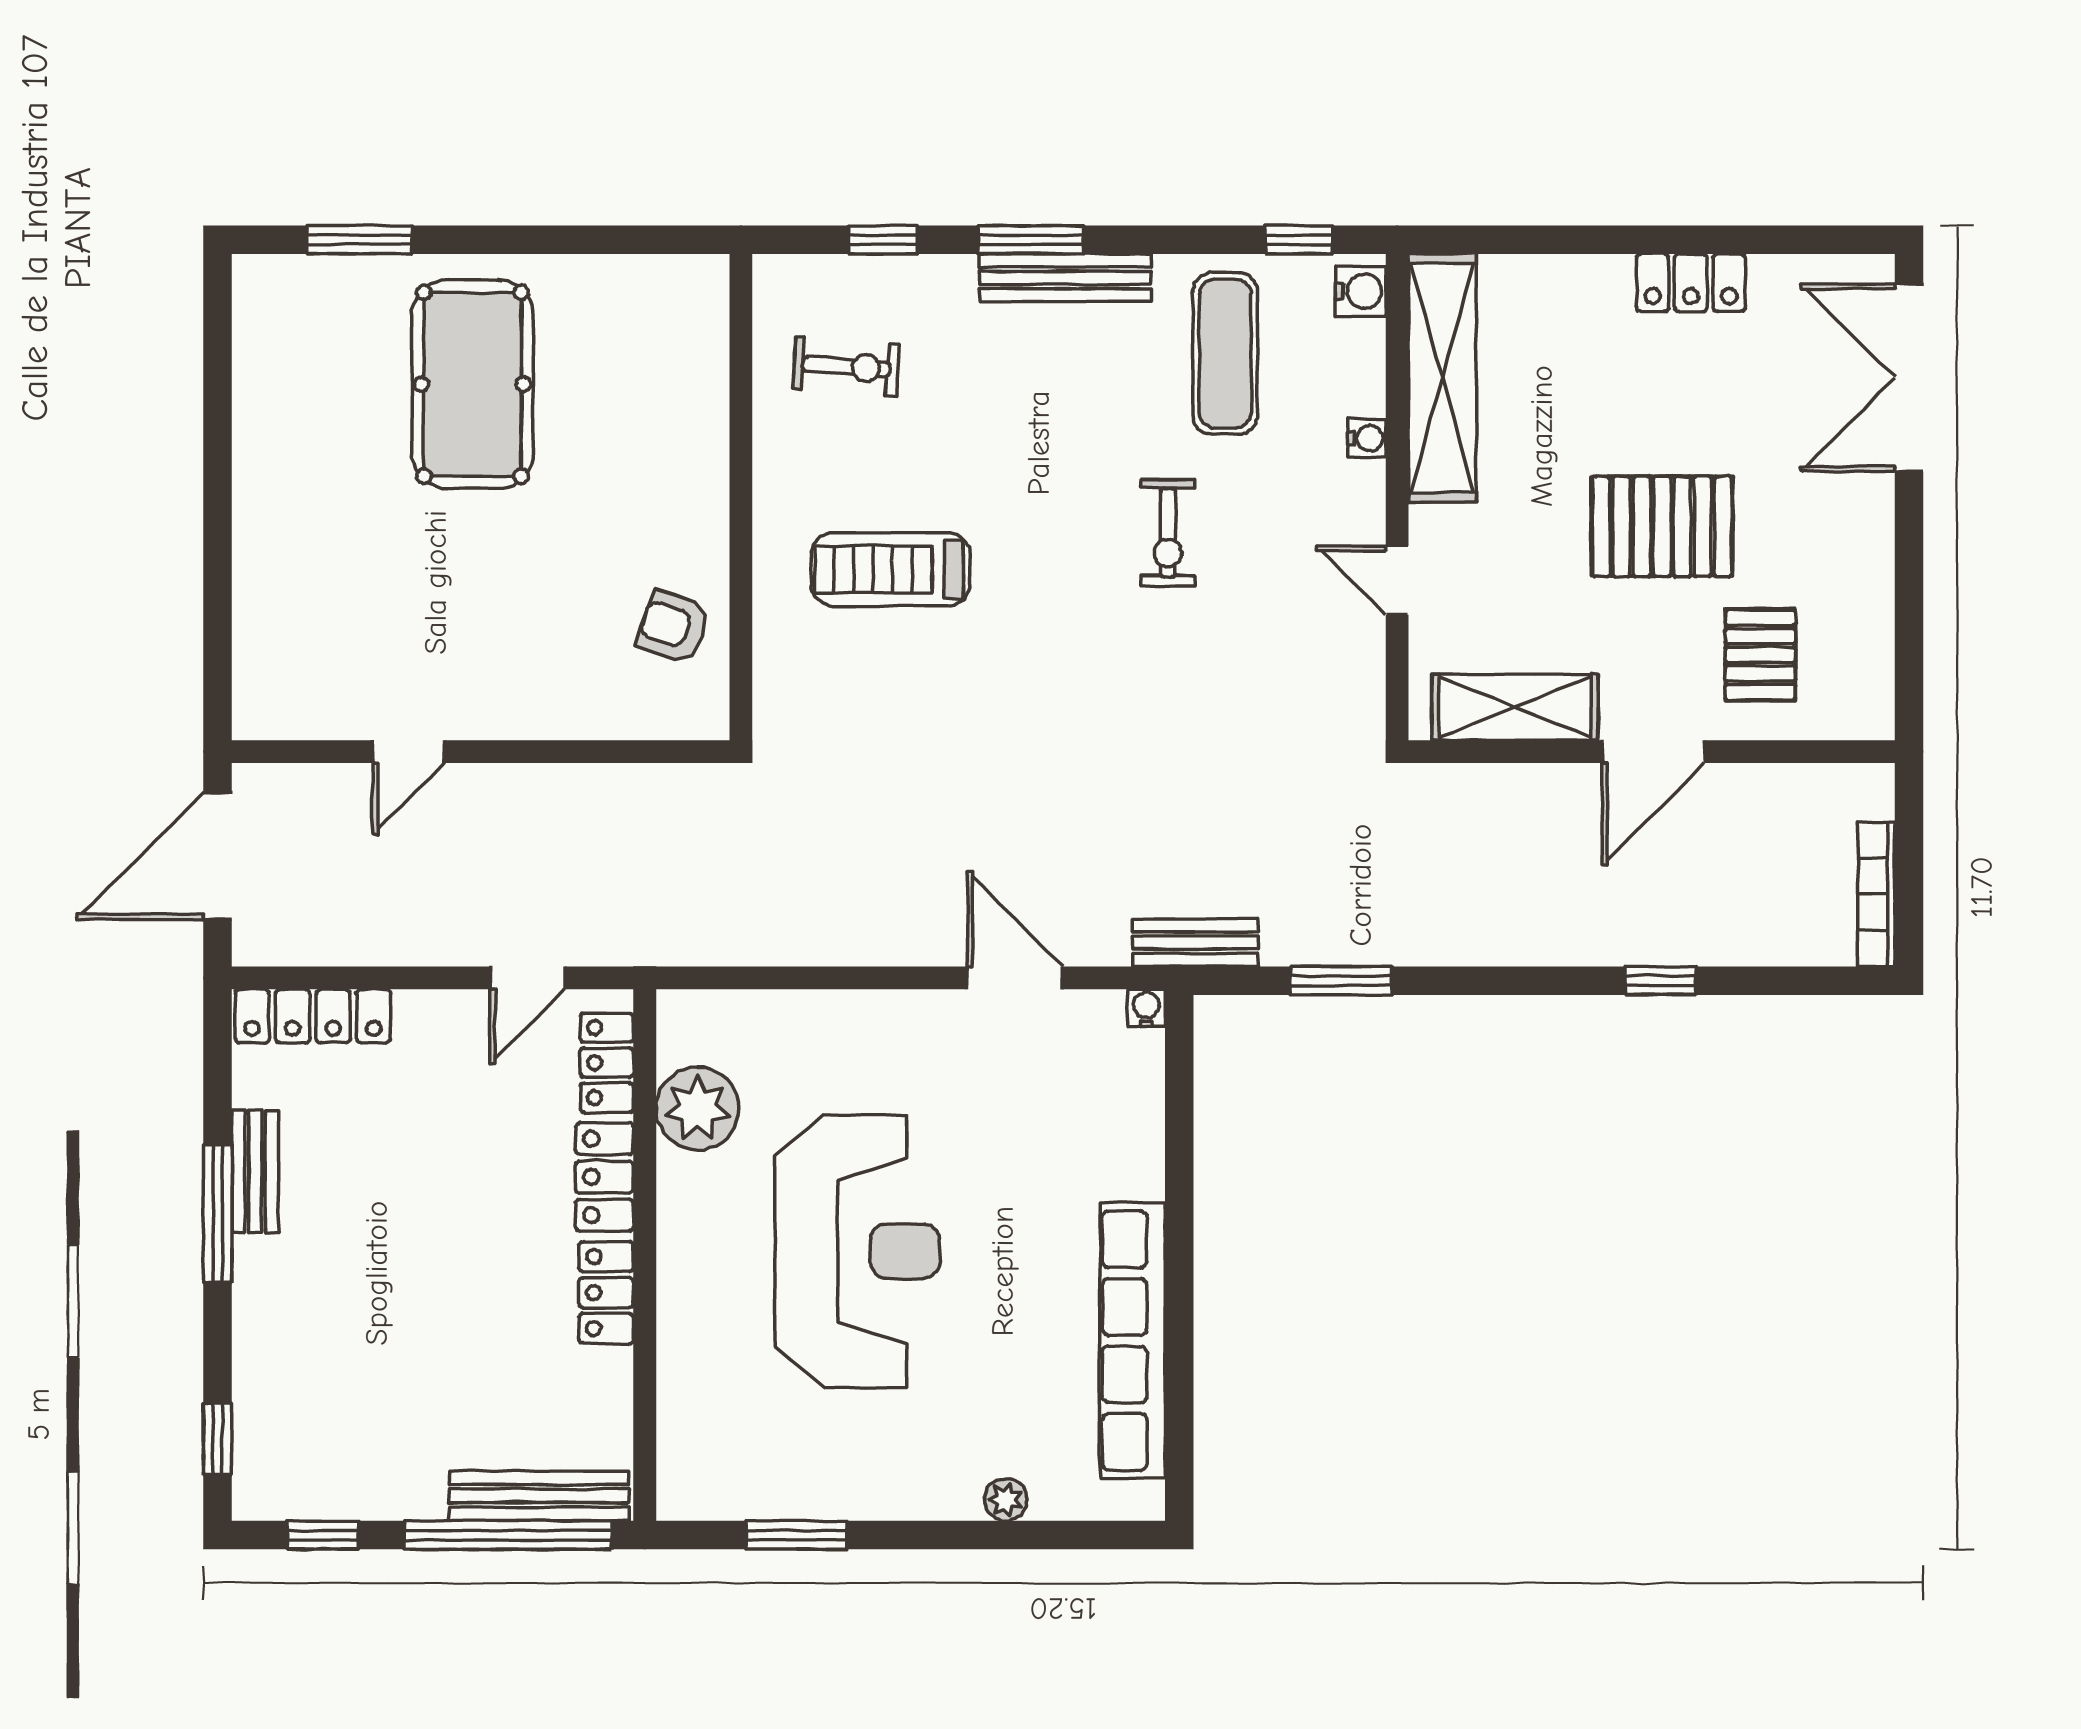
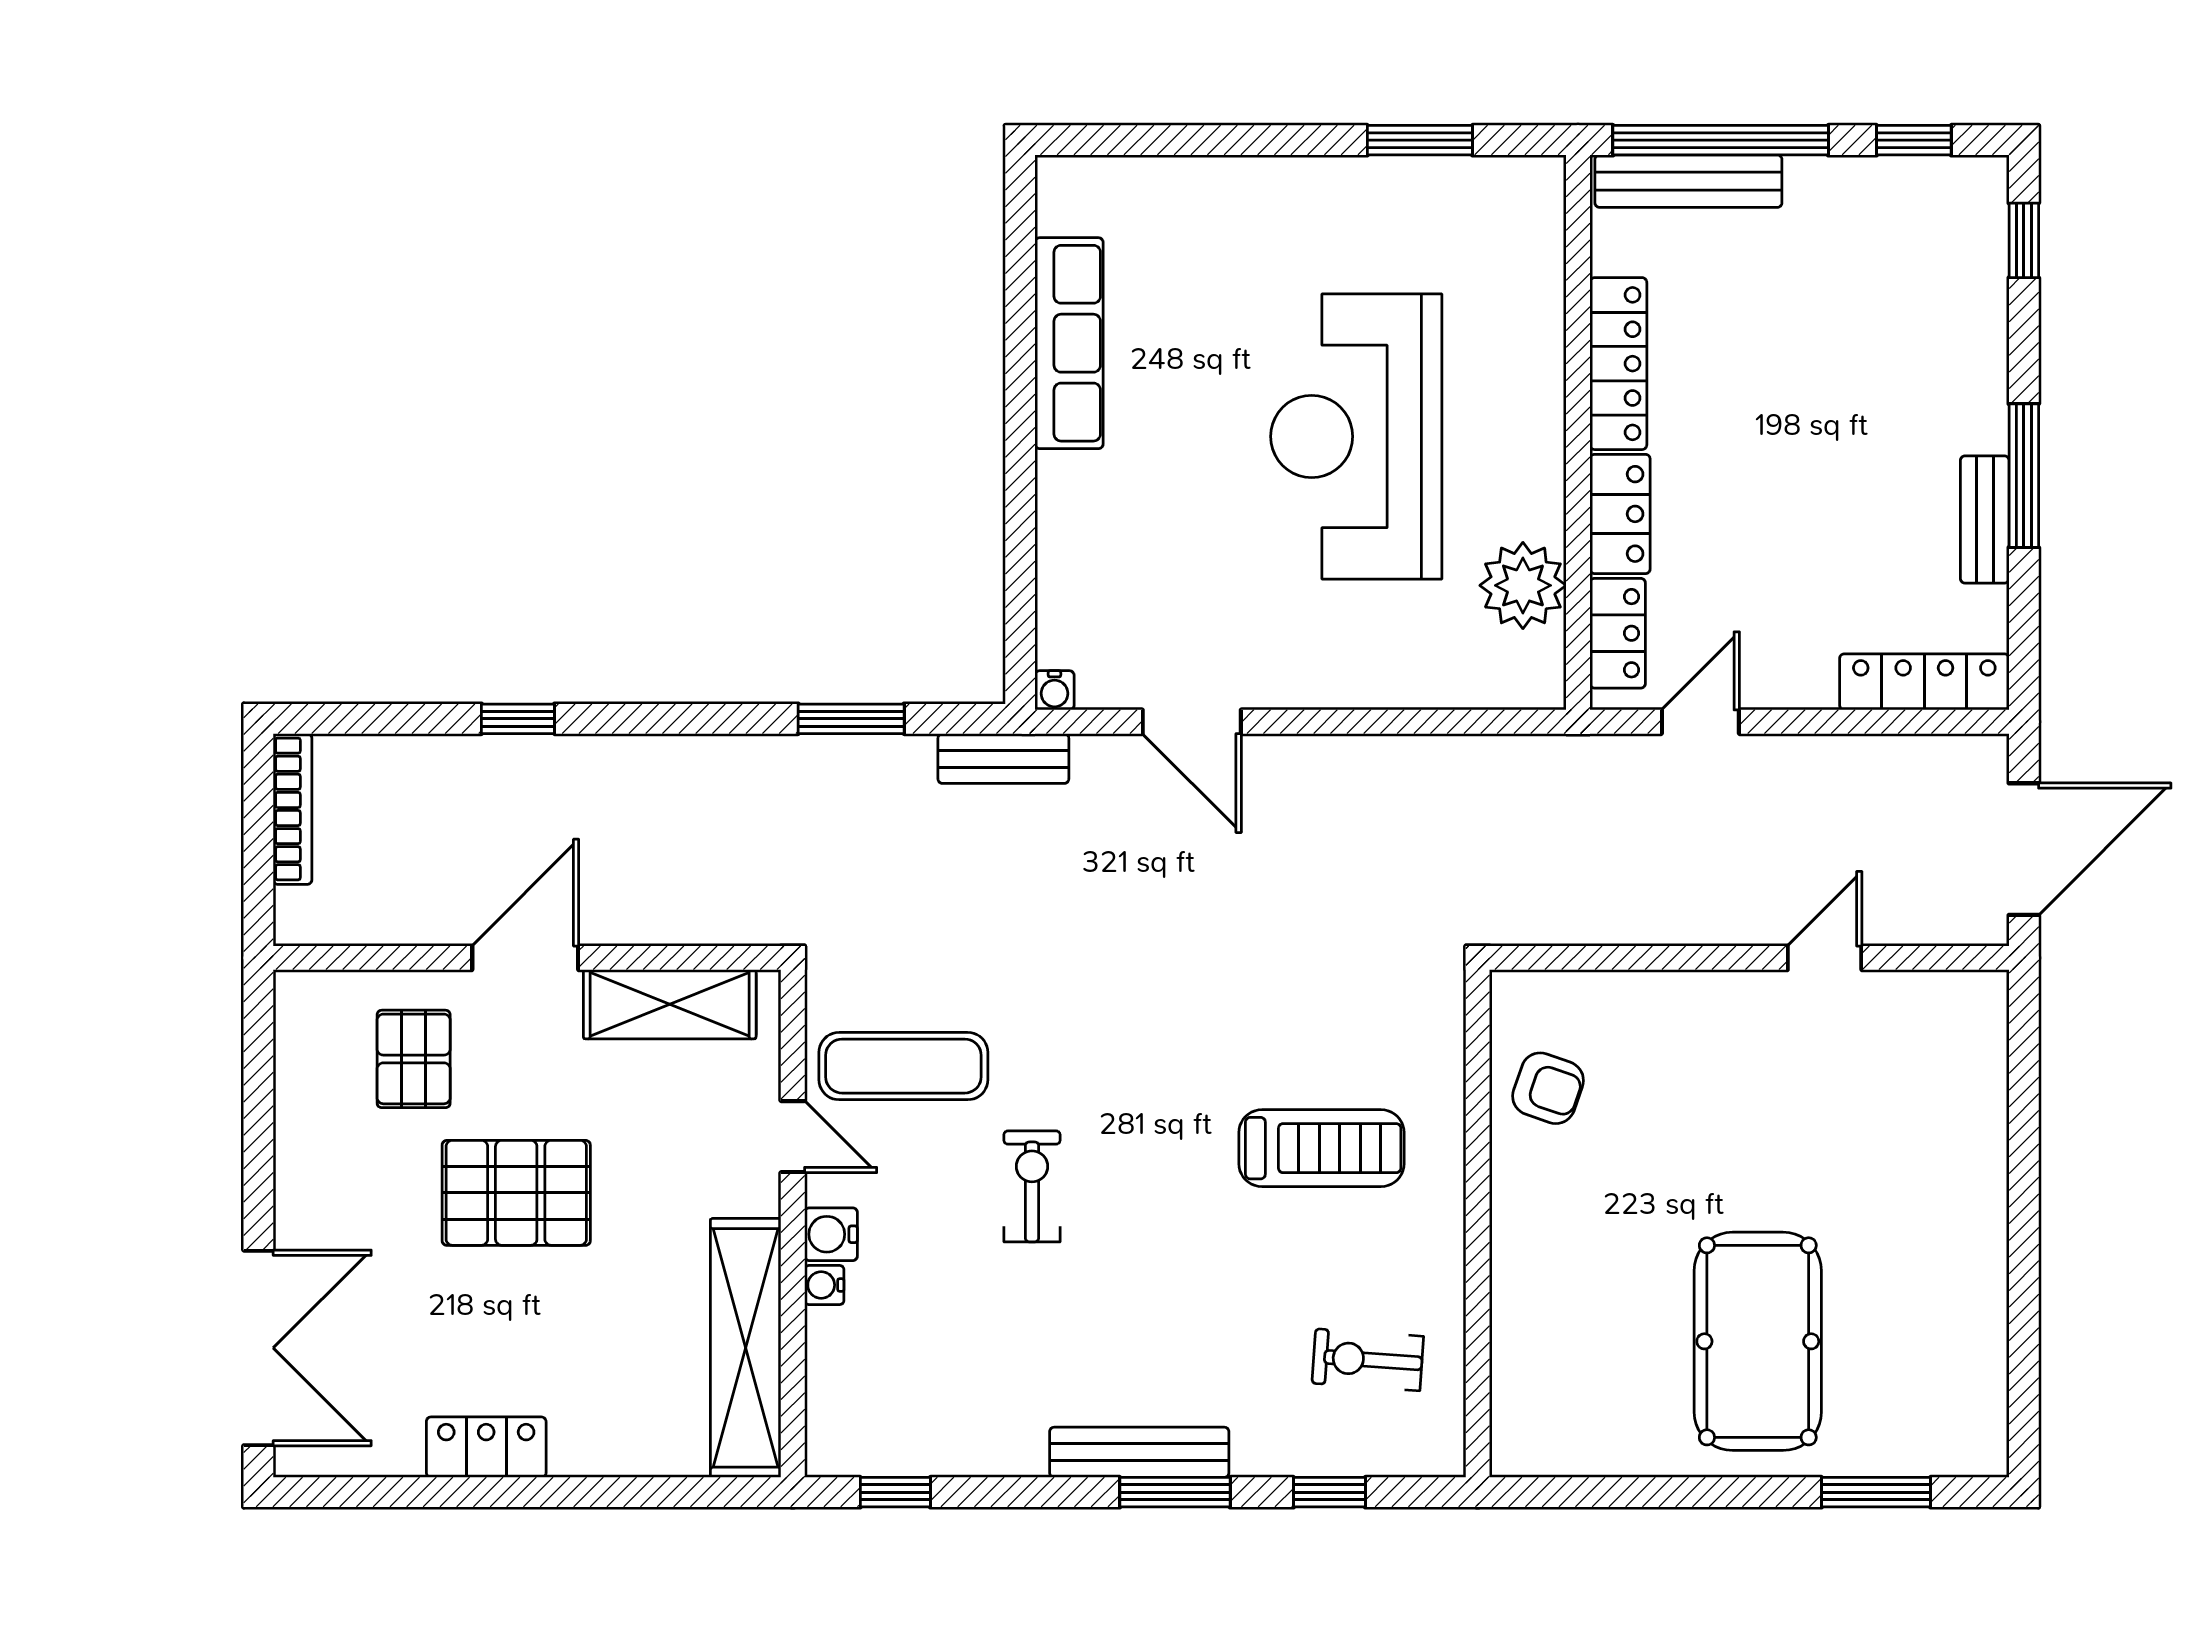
water cooler: (1360, 291) -> (831, 1234), moved
exercise mat: (1225, 354) -> (903, 1066), moved, turned 90
locker: (606, 1293) -> (1618, 364), width x1.53
row of seats: (1132, 1341) -> (1069, 343), width x0.73
plant: (1006, 1500) -> (1201, 177), removed

